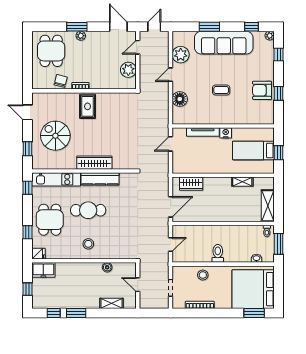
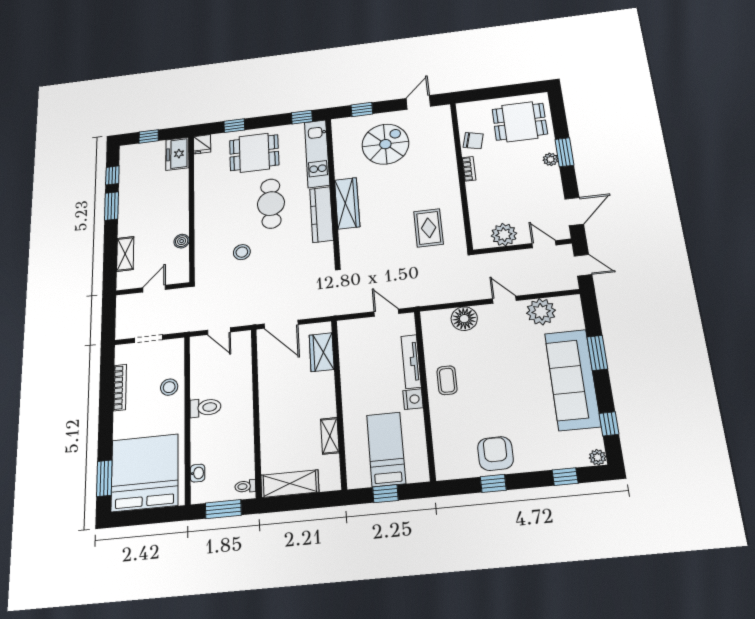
coffee table: (221, 90) -> (447, 380), moved
rug: (88, 106) -> (429, 228), moved, turned 90
stool: (88, 244) -> (242, 252), moved

